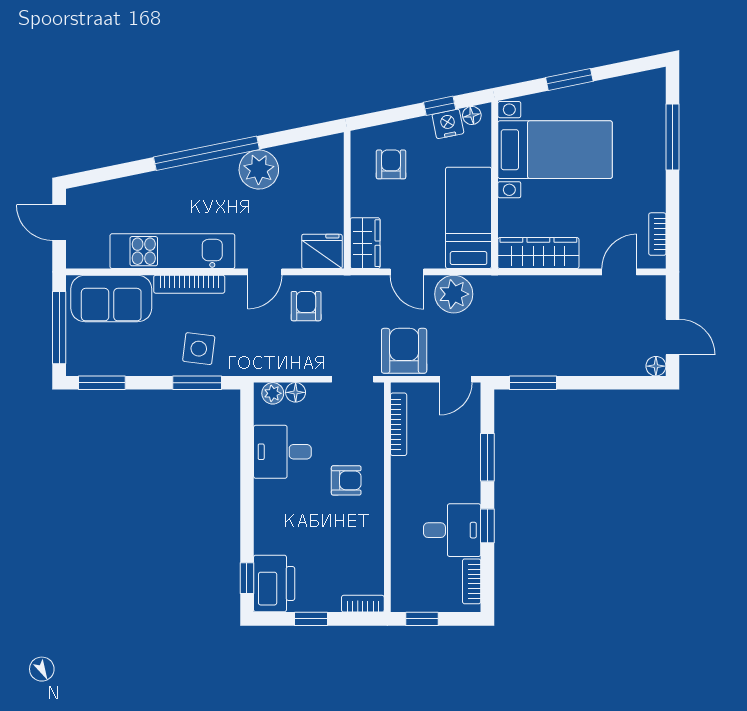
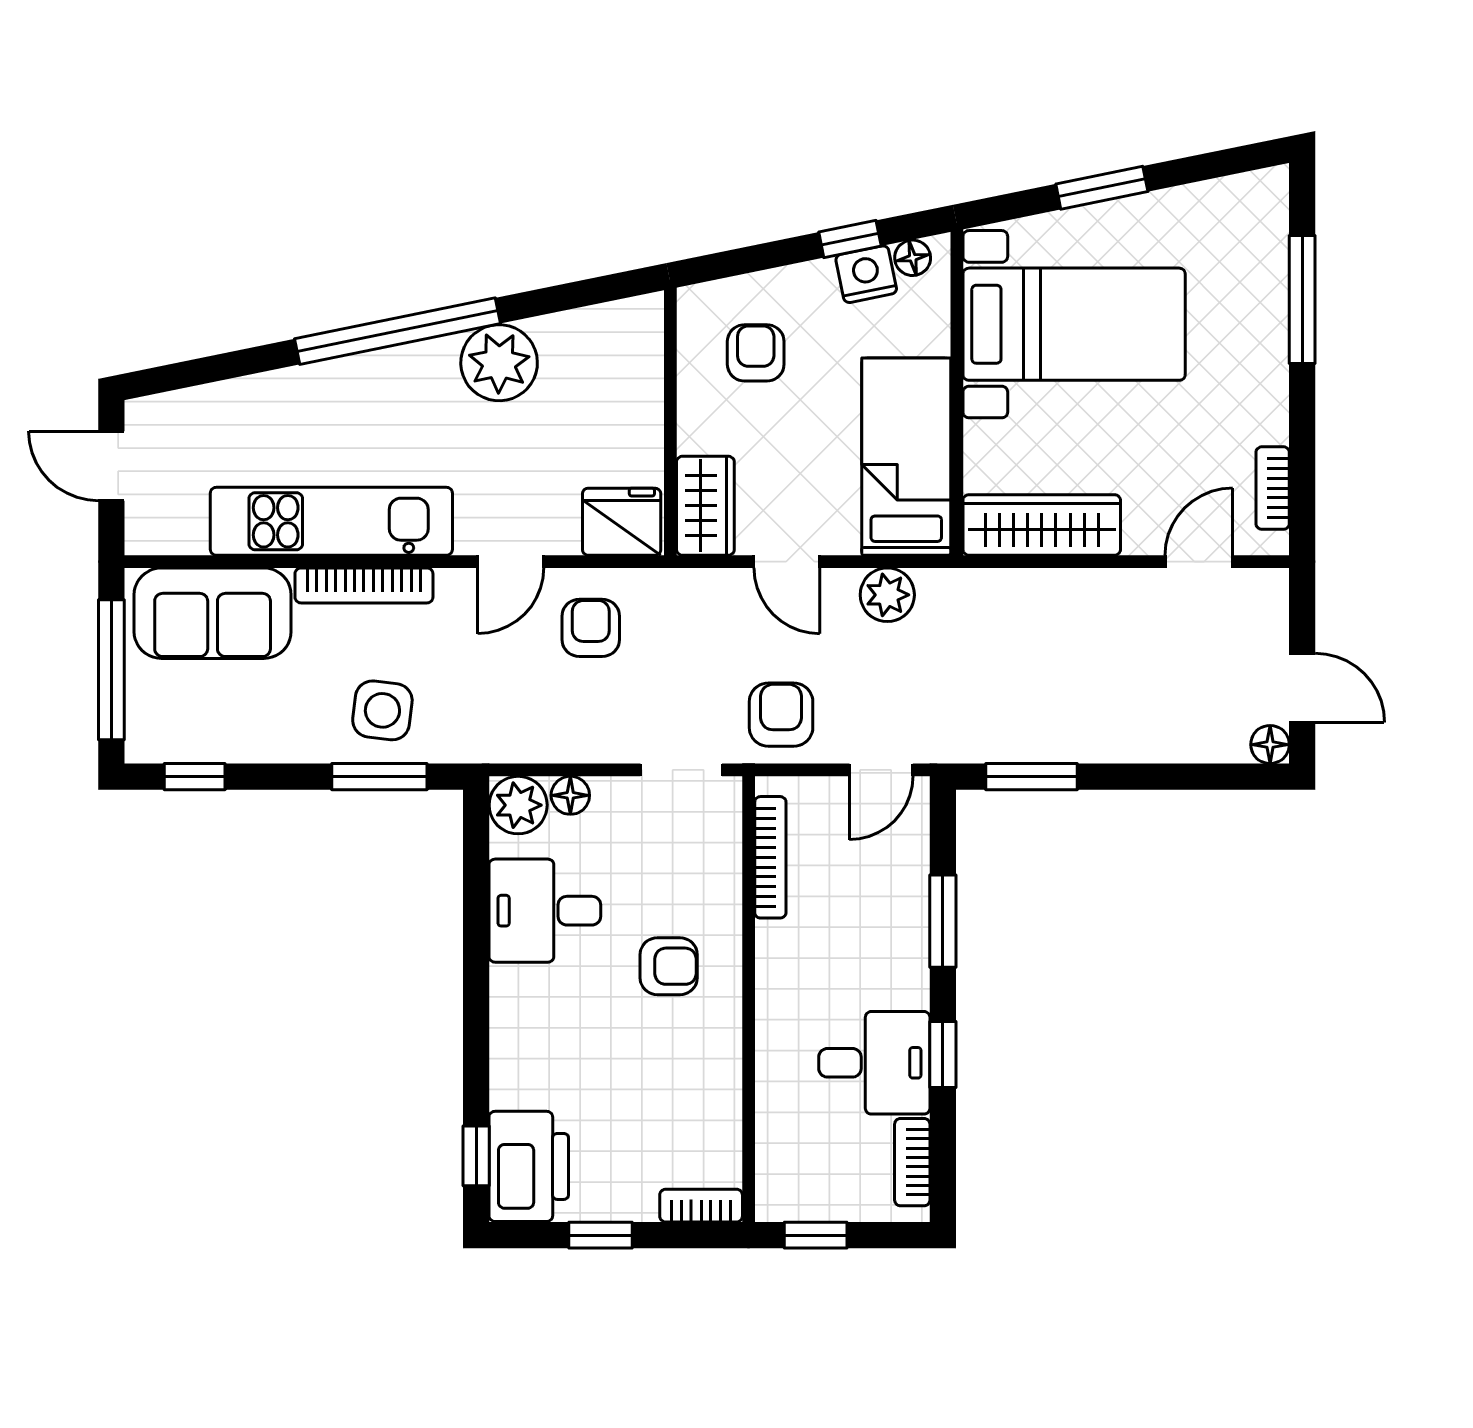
plant: (454, 294) -> (887, 595), width x0.73, depth x0.73
armchair: (404, 351) -> (781, 715), width x0.72, depth x0.72
window: (102, 383) -> (195, 777), width x0.67
plant: (273, 393) -> (518, 805), width x1.38, depth x1.38

